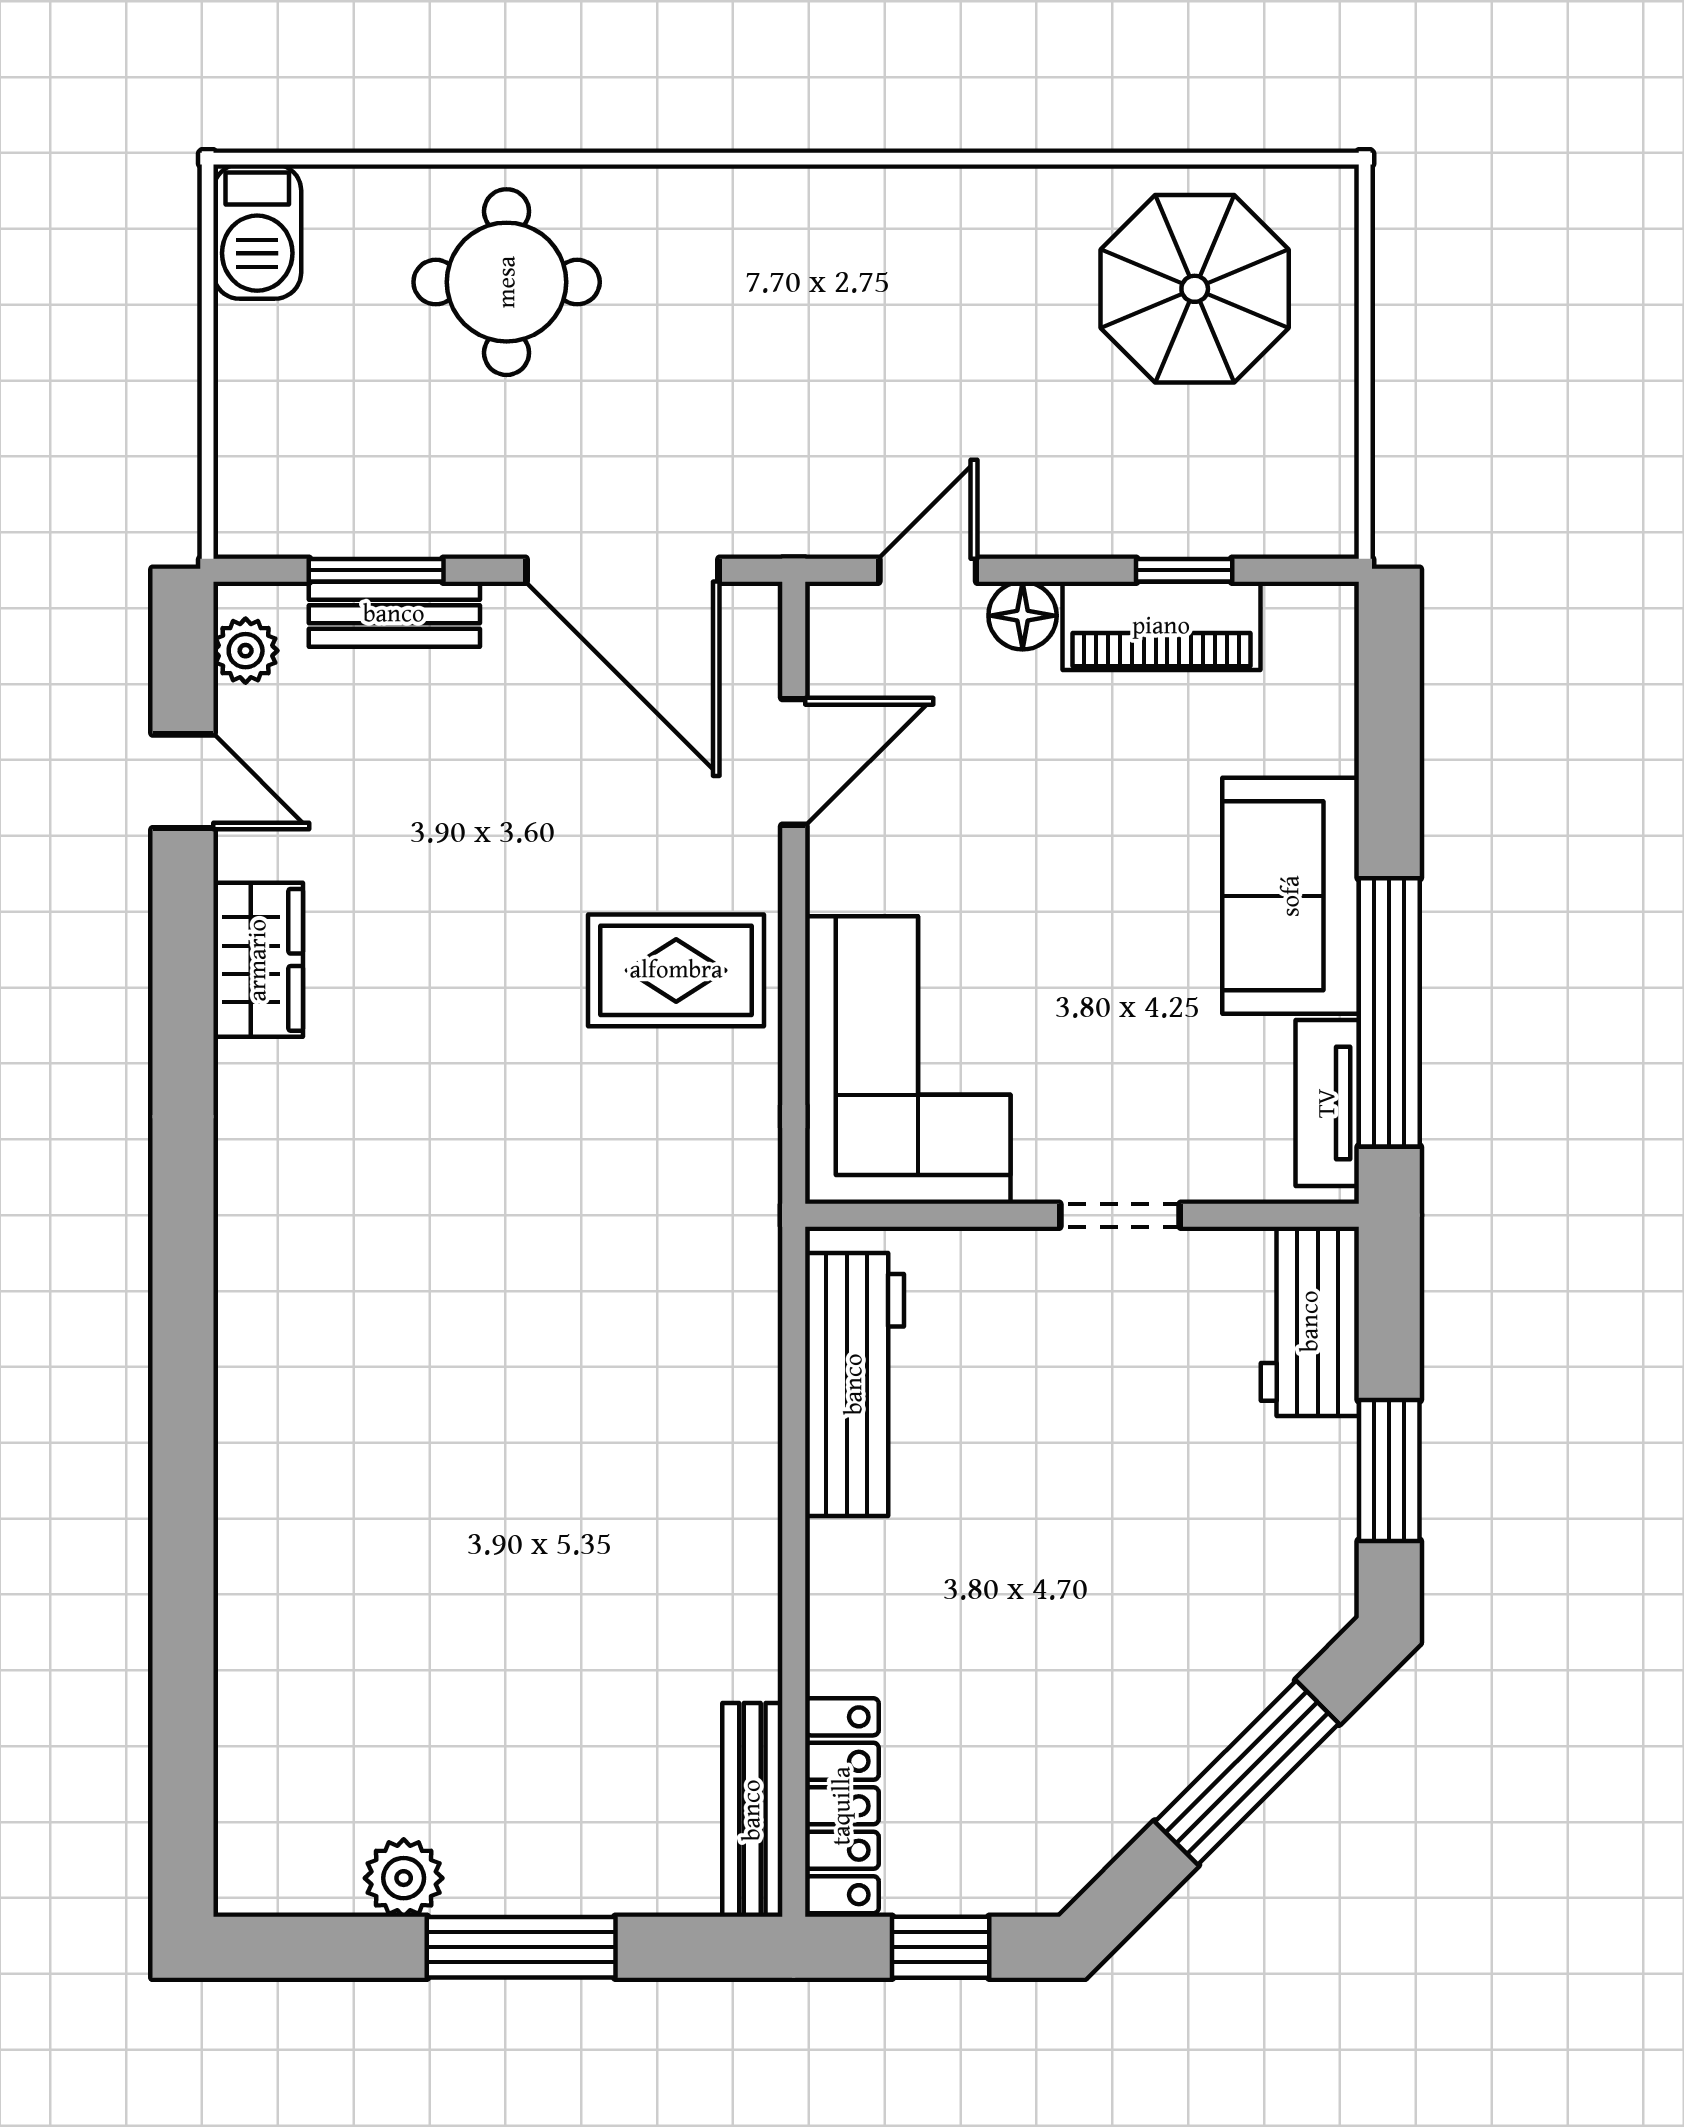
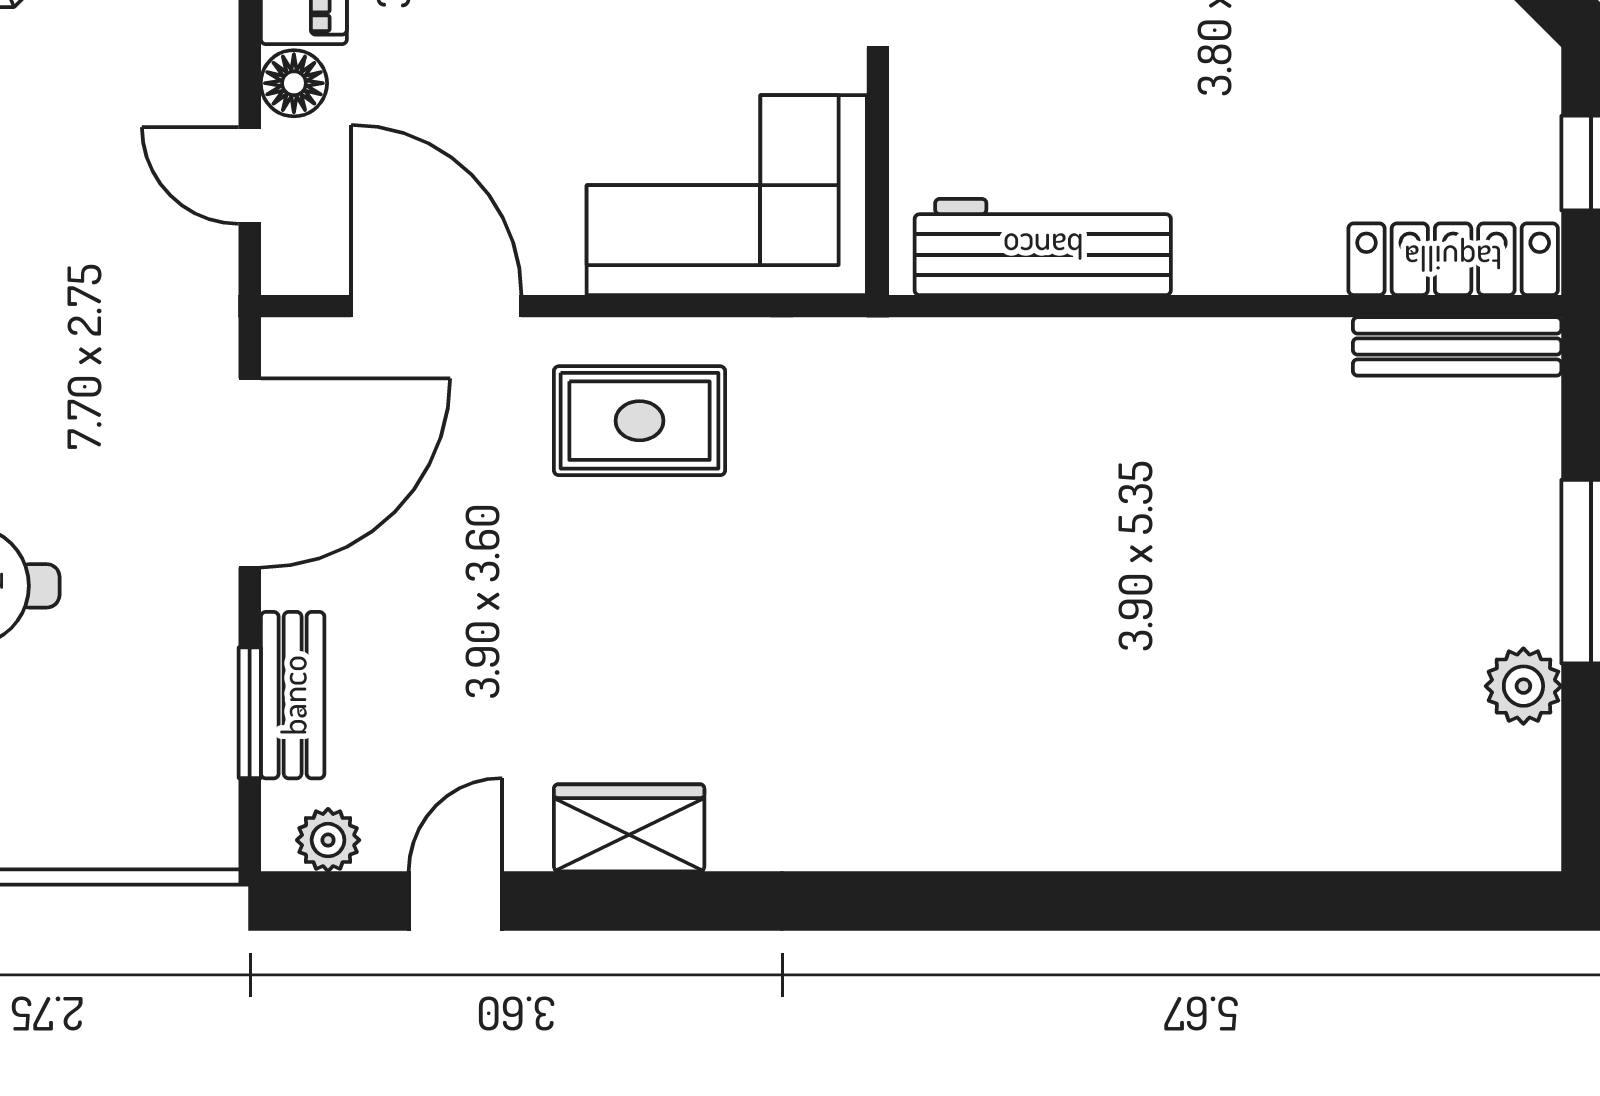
door: (794, 762) -> (436, 306), width x1.36
rug: (676, 970) -> (640, 421), turned 90

